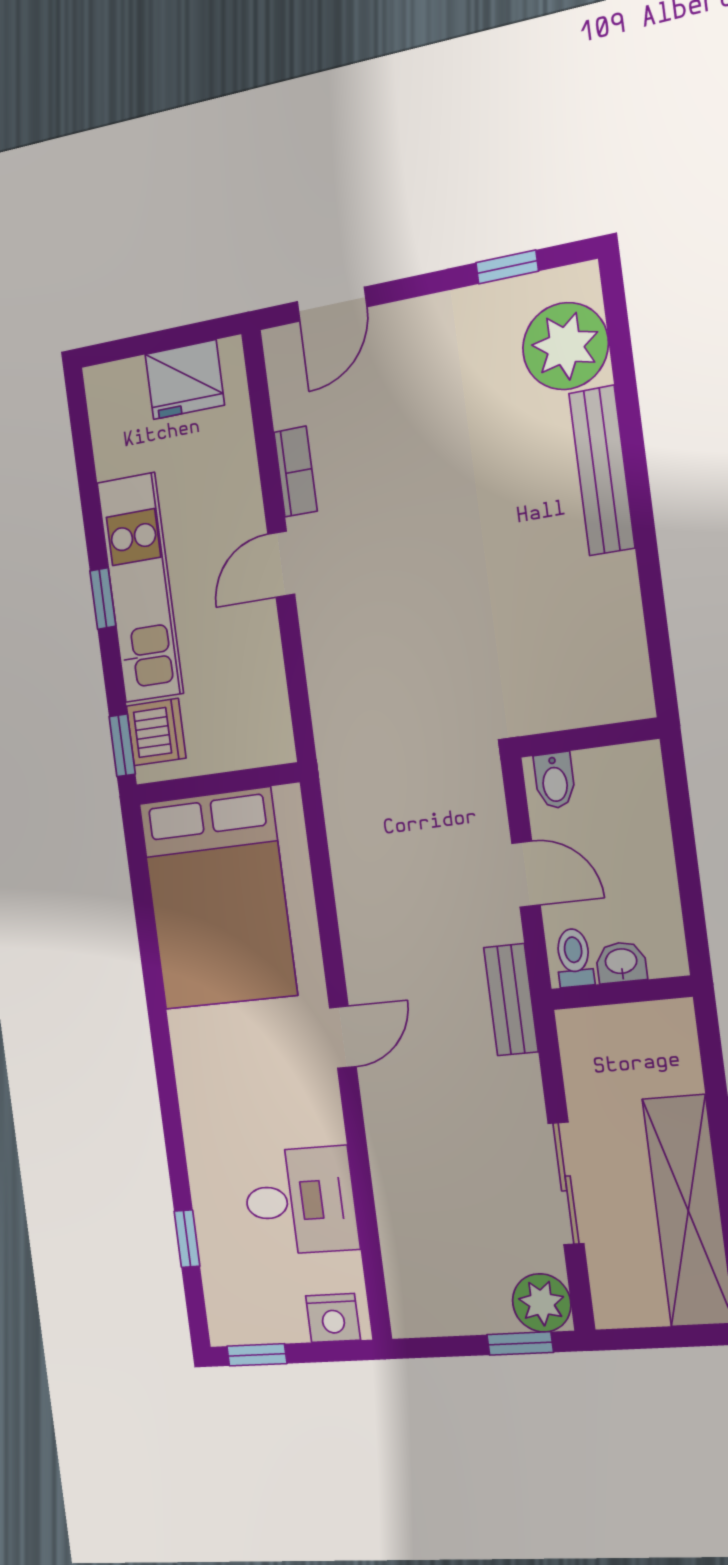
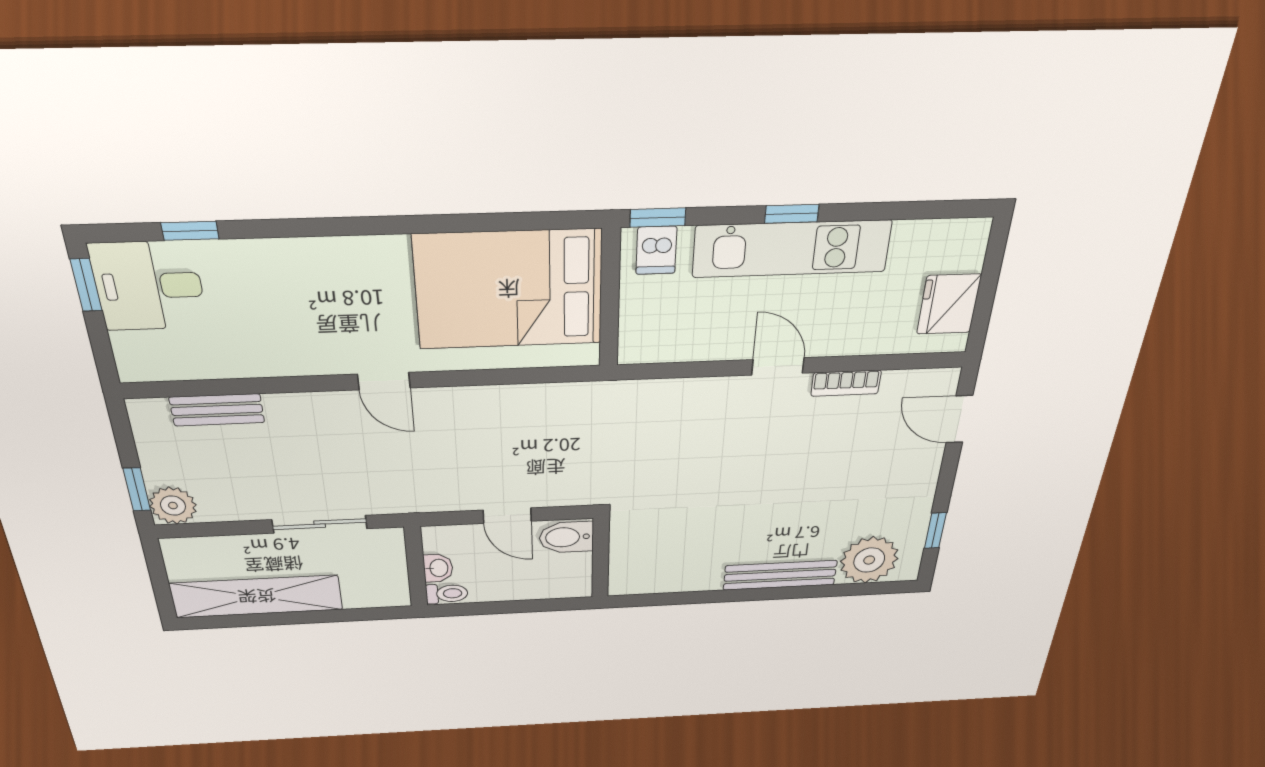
dishwasher: (156, 732) -> (656, 250), width x0.73
bidet: (555, 781) -> (566, 537), width x1.38, depth x1.36
door: (526, 874) -> (507, 516), hinge flipped
toilet: (574, 958) -> (447, 594), moved
bench: (511, 1000) -> (217, 410), moved
sliding door: (566, 1183) -> (320, 524), moved
desk: (300, 1201) -> (149, 286), moved, turned 90
nightstand: (333, 1318) -> (134, 353), removed

